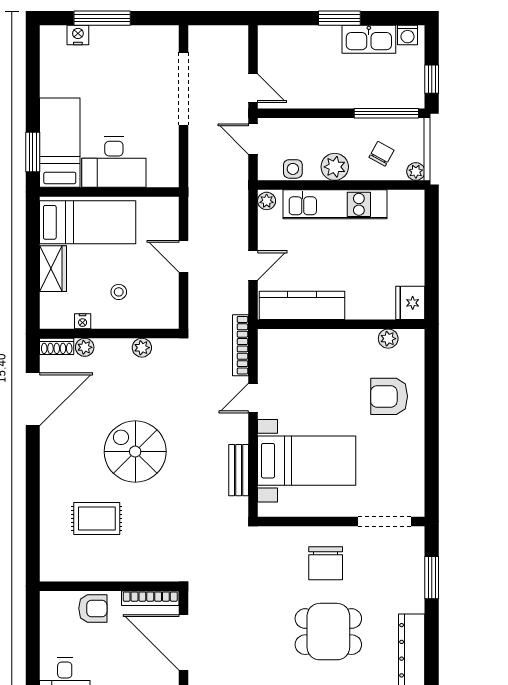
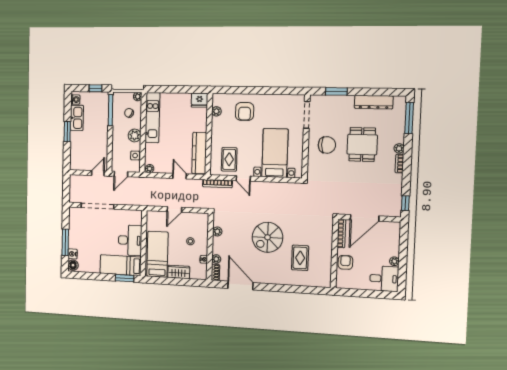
floor lamp: (54, 37) -> (73, 265), added
kitchen unit: (335, 204) -> (152, 118), moved
rug: (291, 368) -> (229, 159), added
bench: (239, 470) -> (278, 187), removed

